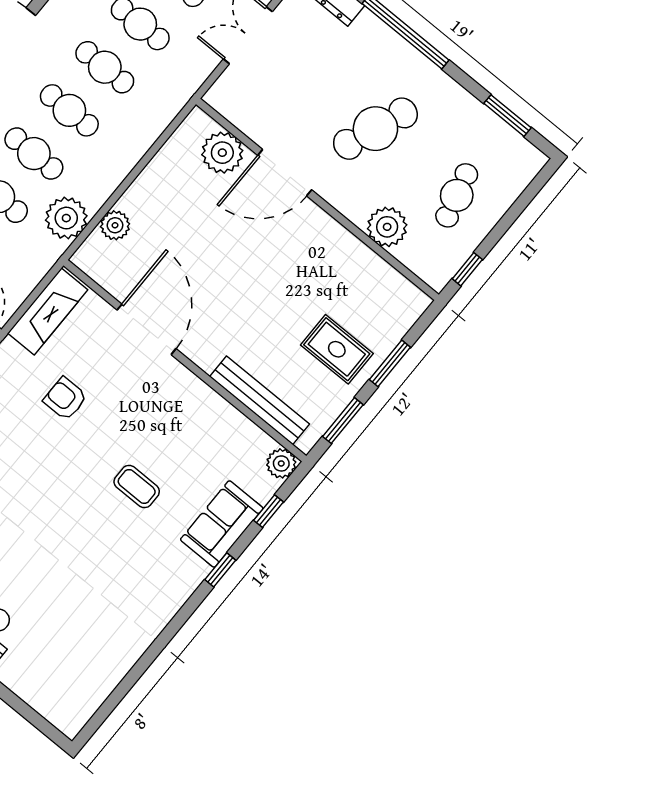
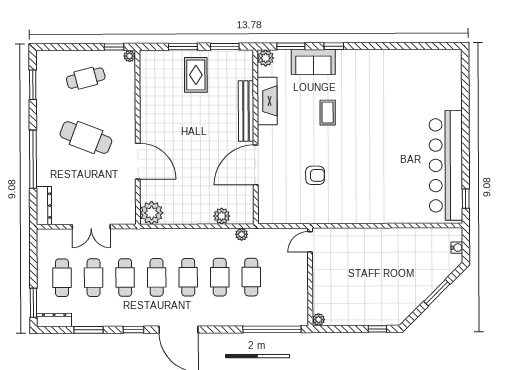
plant: (222, 153) -> (152, 213), moved
plant: (66, 218) -> (242, 234), width x0.53, depth x0.53
plant: (387, 227) -> (130, 56), moved, width x0.53, depth x0.53
fireplace: (48, 312) -> (267, 101), moved, turned 90
armchair: (65, 399) -> (315, 175), turned -90
bench: (259, 400) -> (246, 111), moved
window: (269, 511) -> (291, 46), width x1.50

